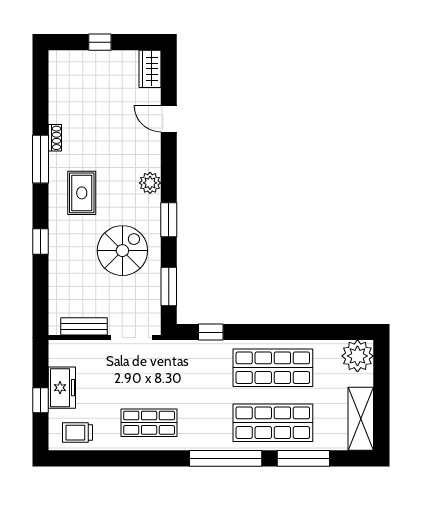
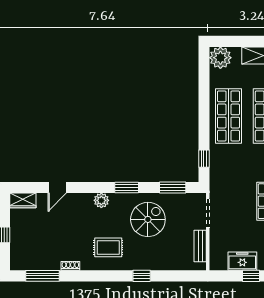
window: (40, 159) -> (43, 276), moved
spiral stairs: (122, 251) -> (148, 219), turned 90

